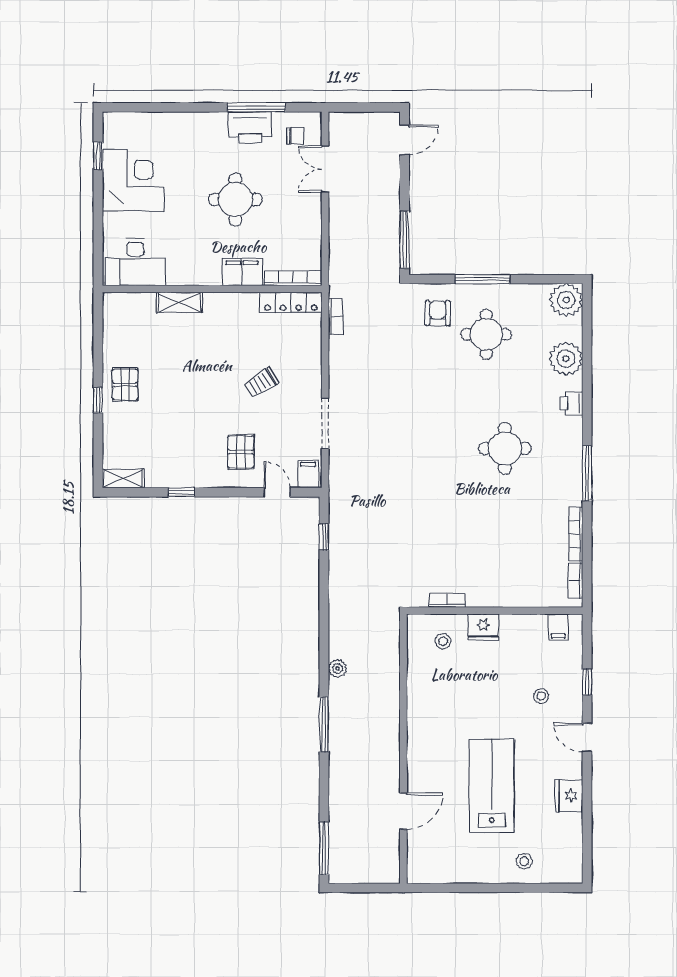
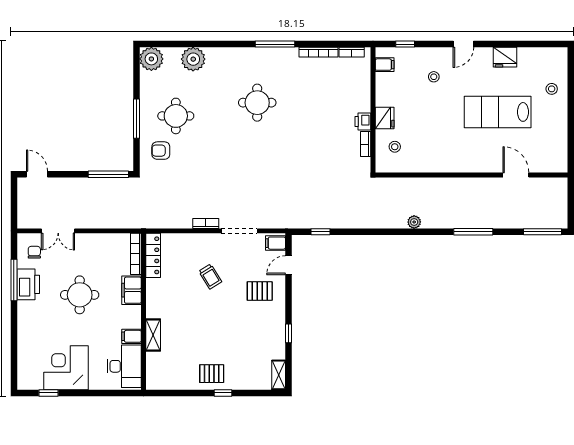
filing cabinet: (177, 272) -> (131, 336), added
bookcase: (336, 317) -> (206, 223), moved
printer: (572, 403) -> (363, 122), moved, turned 90
window: (587, 682) -> (405, 44), moved
window: (324, 724) -> (473, 232), moved

